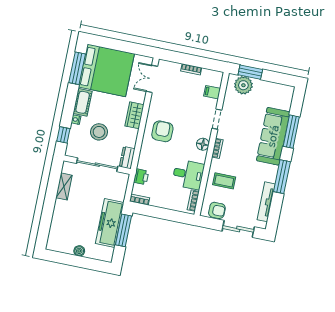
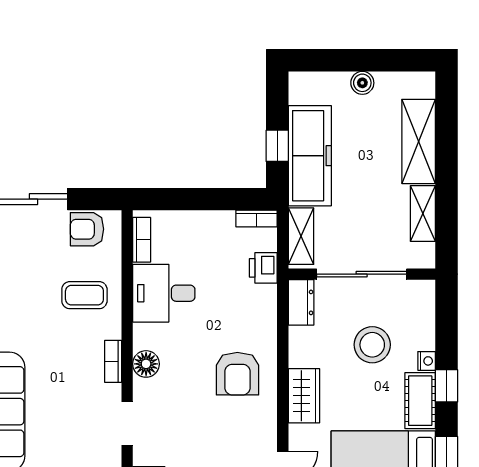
window: (63, 135) -> (447, 386), moved
shelving: (121, 187) -> (301, 236), added
shelving: (59, 219) -> (419, 141), added
window: (123, 230) -> (277, 146), width x0.46

